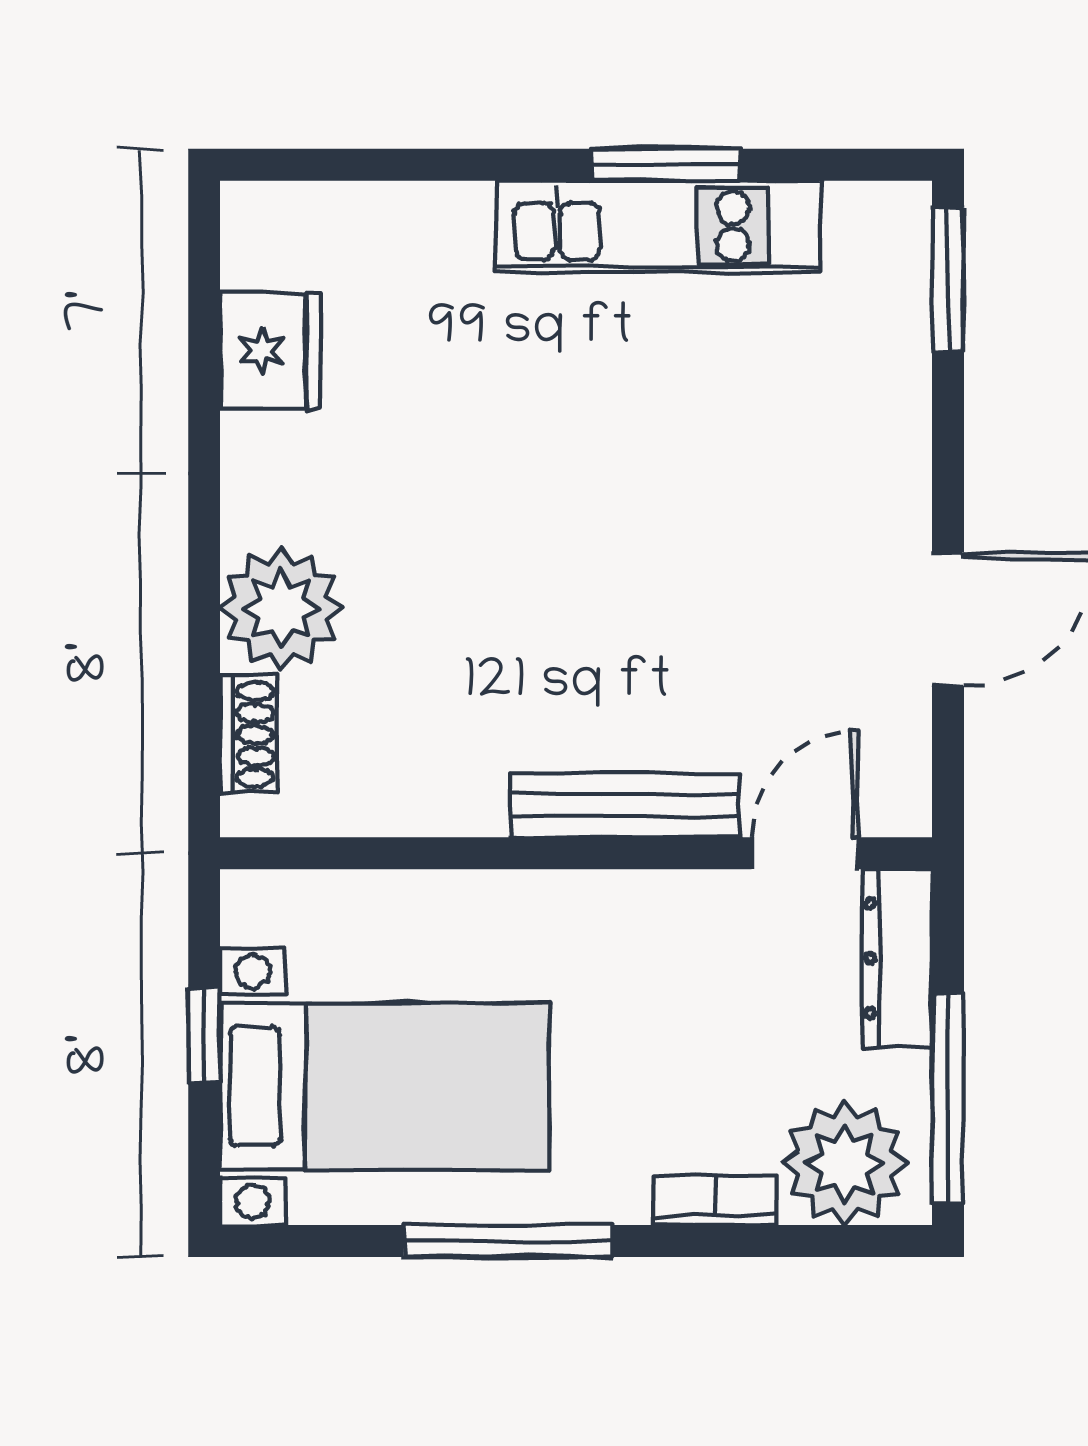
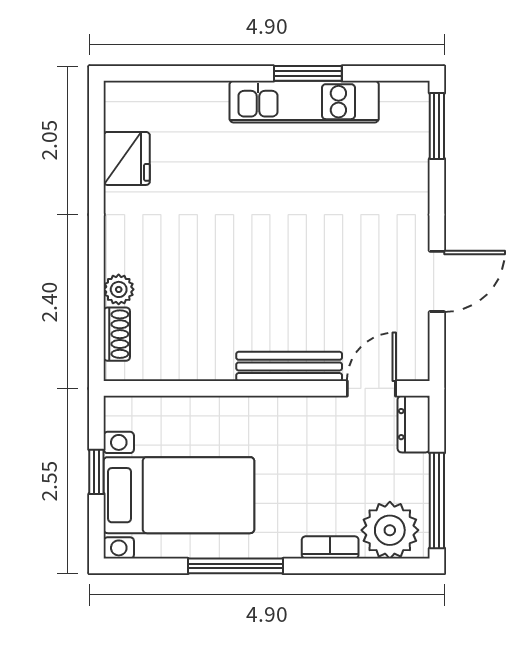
plant: (281, 608) -> (119, 289), width x0.53, depth x0.53
dresser: (897, 958) -> (414, 424), width x0.70

